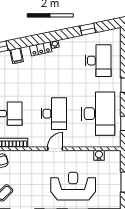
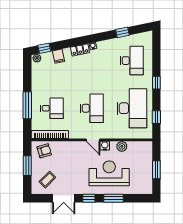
door: (55, 149) -> (93, 140), swing flipped
water cooler: (99, 155) -> (105, 146), moved
plant: (87, 156) -> (122, 146), added

